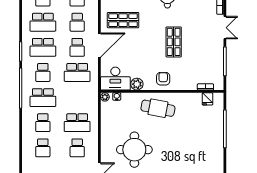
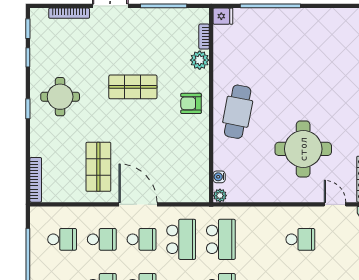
desk: (115, 79) -> (191, 179), removed
plant: (137, 84) -> (200, 60), moved
fridge: (208, 99) -> (223, 16), moved
school desk: (77, 123) -> (221, 239), moved

